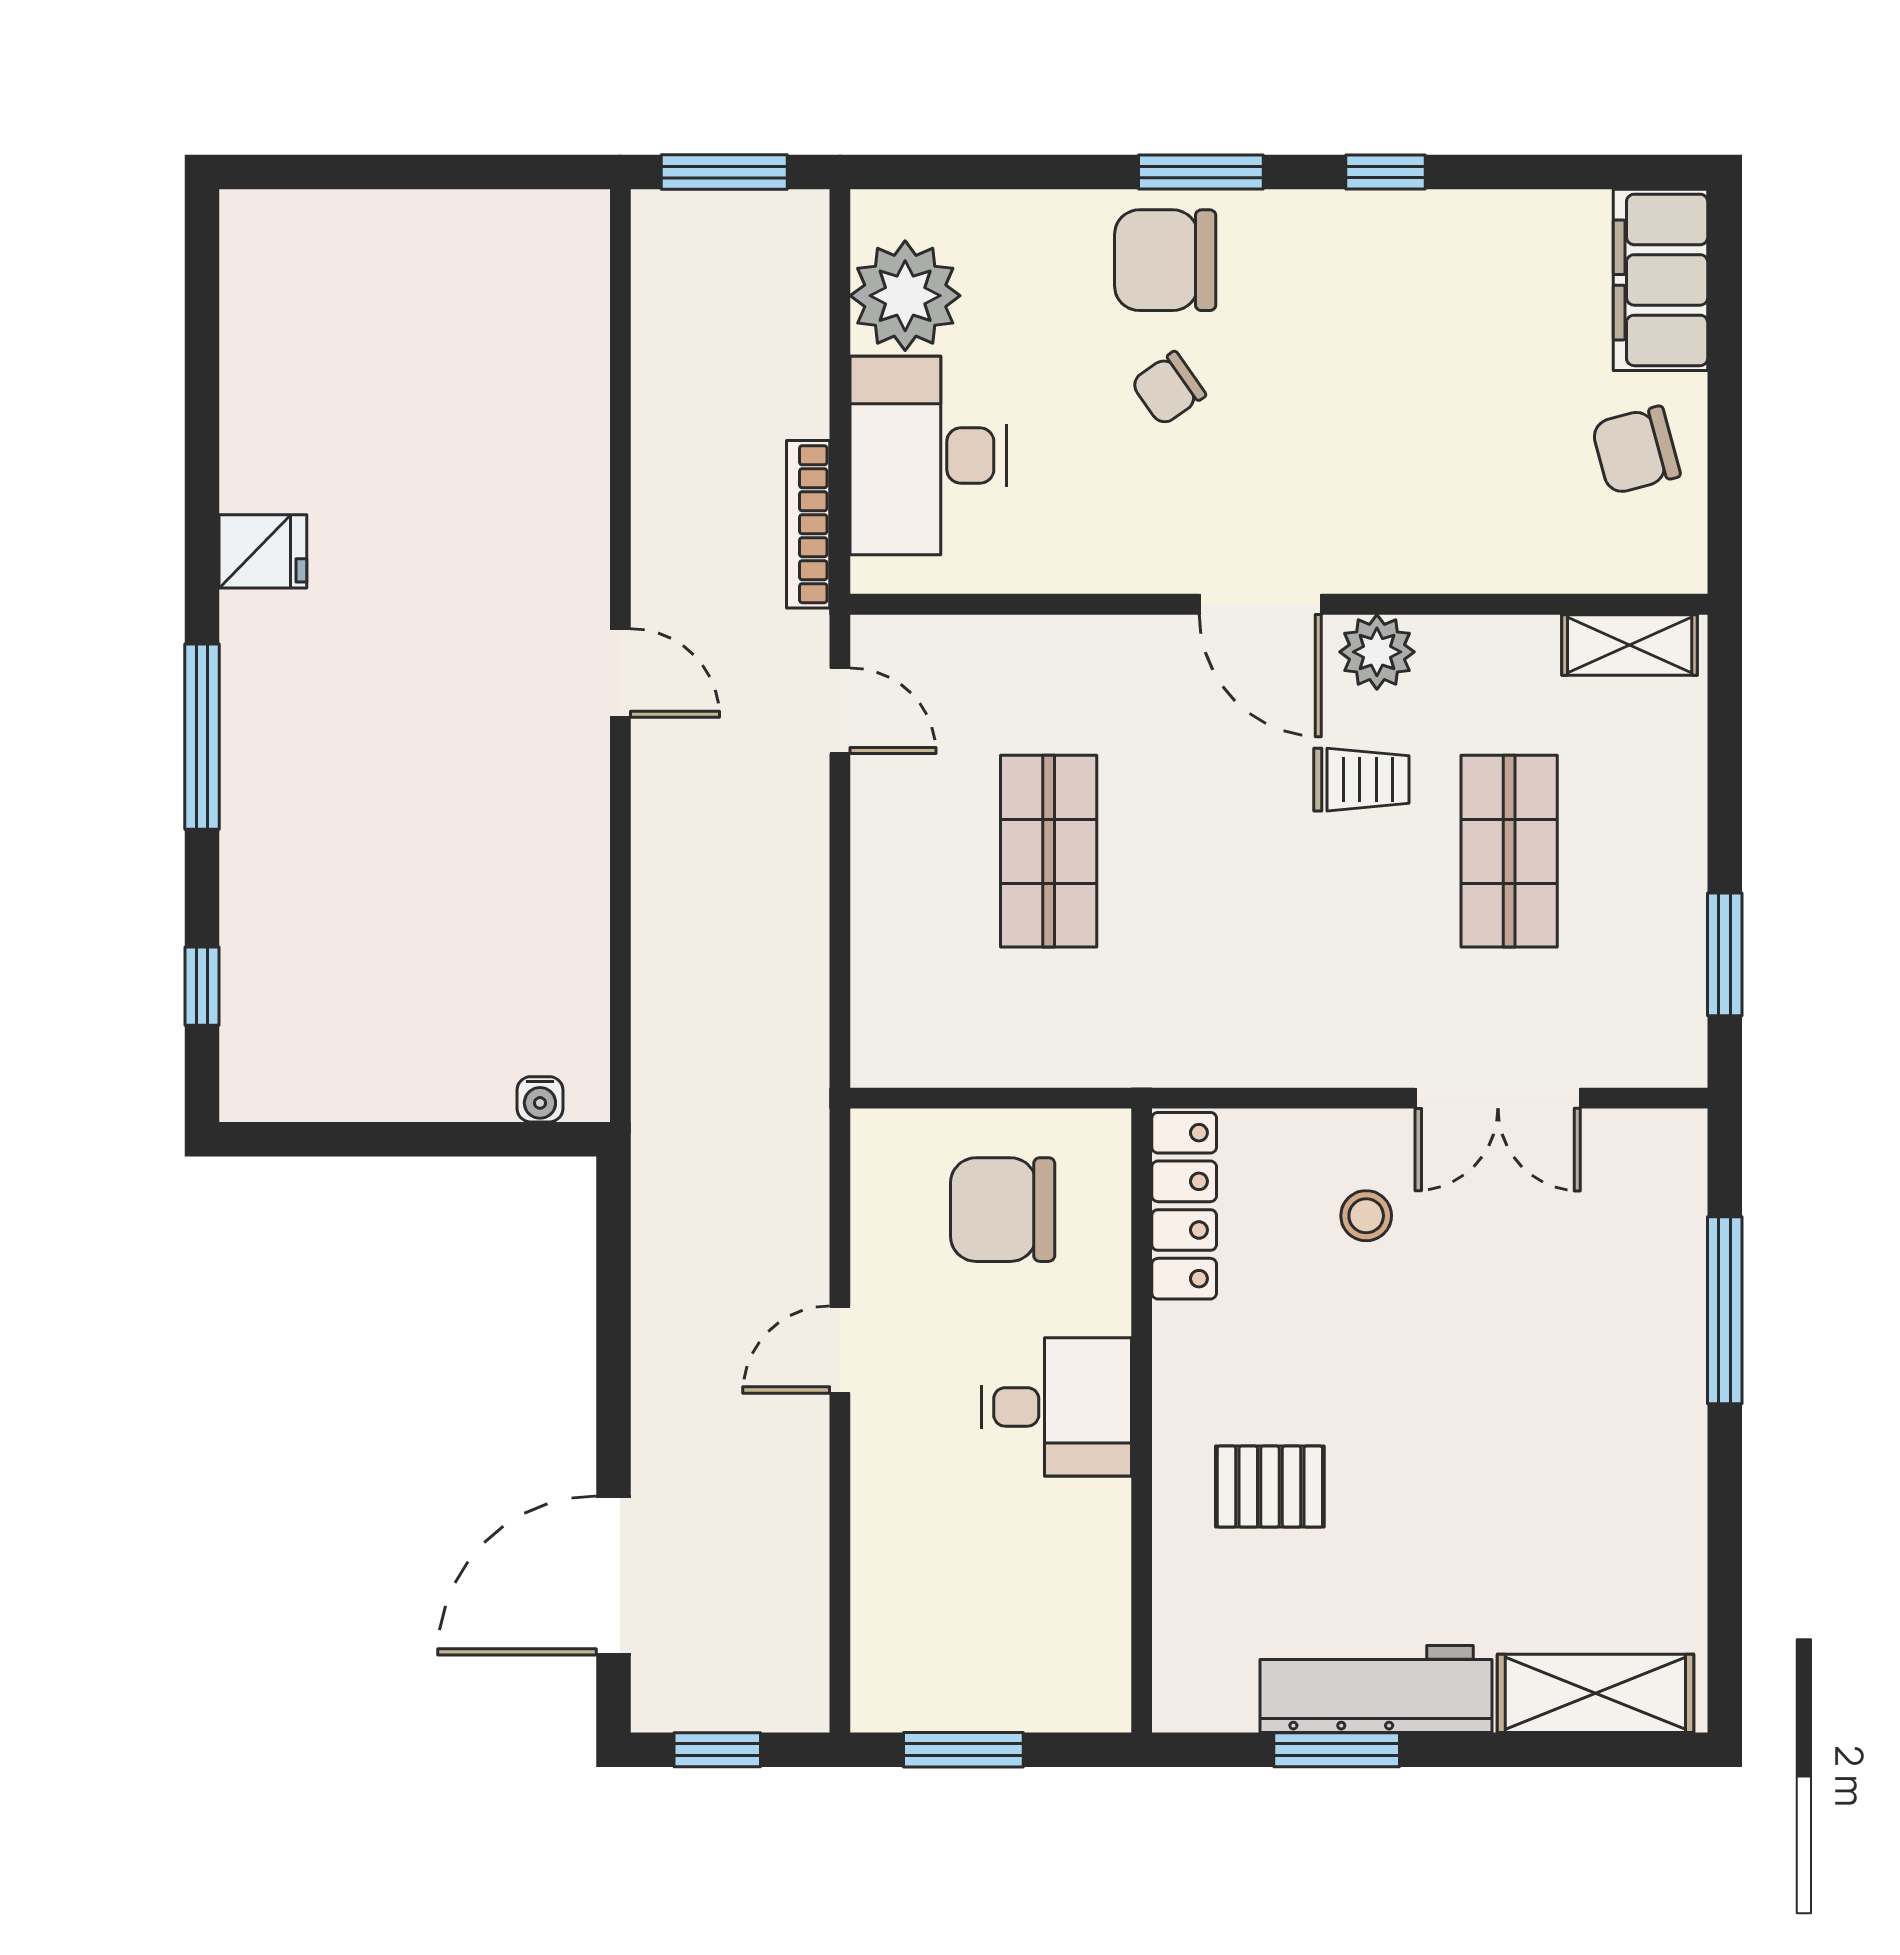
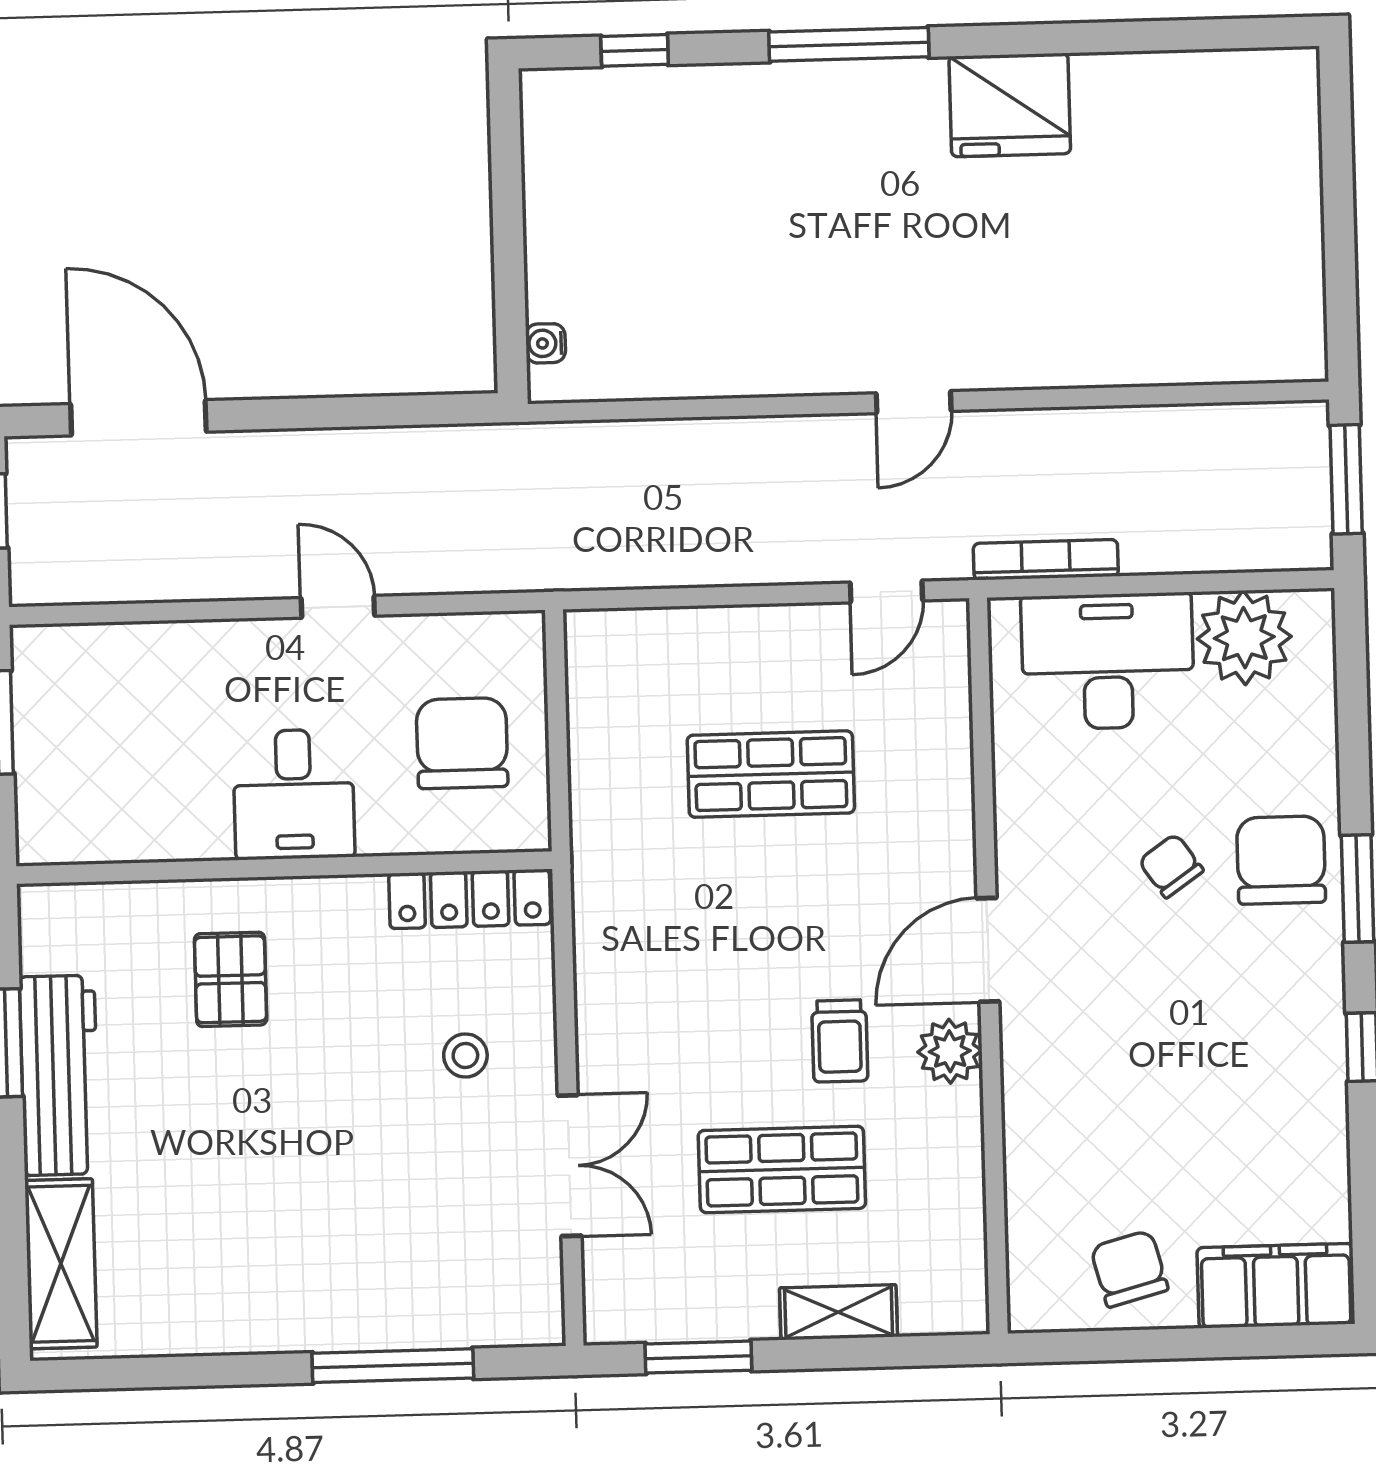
fridge: (263, 551) -> (1010, 105), width x1.88, depth x1.34
shelving: (1630, 645) -> (839, 1312), moved, turned 90
double door: (1498, 1098) -> (570, 1166), swing flipped

